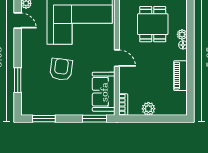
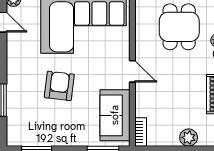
plant: (148, 109) -> (189, 138), moved

